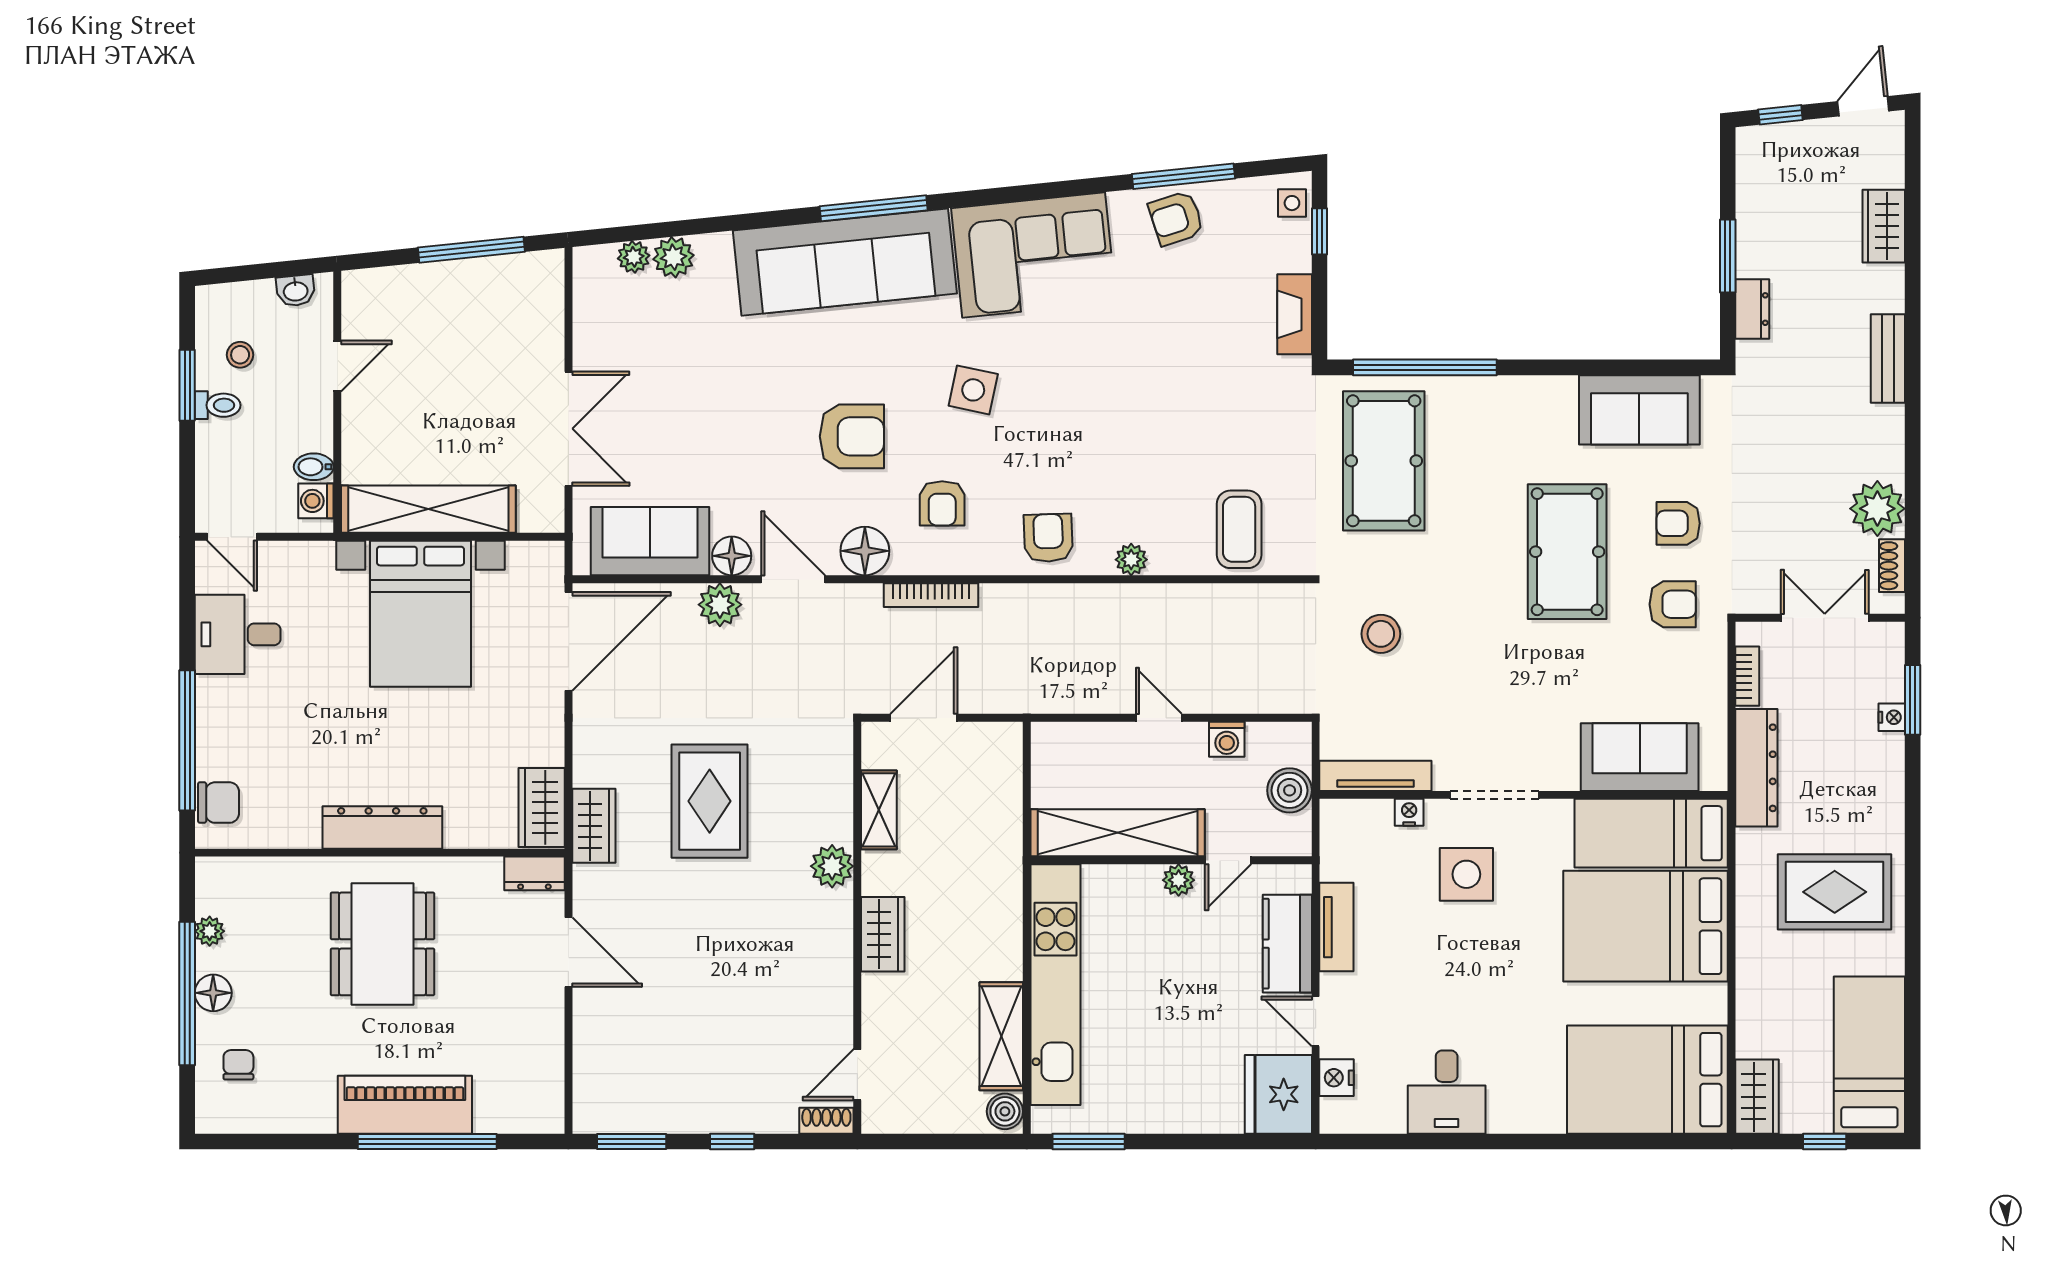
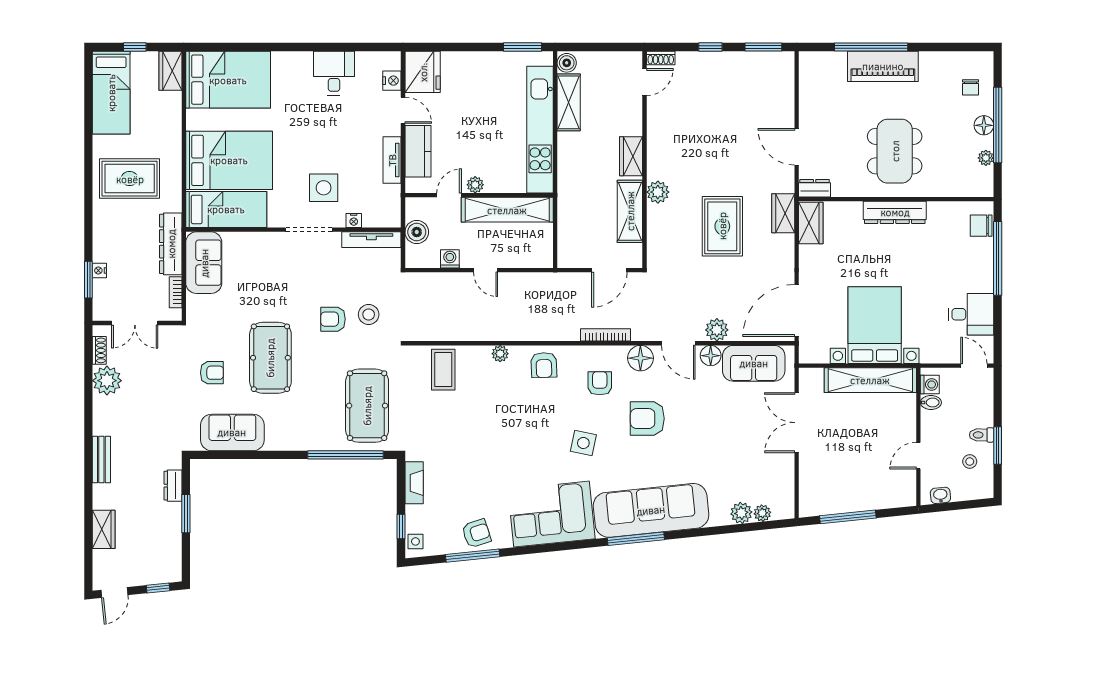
armchair: (1673, 604) -> (333, 319), moved
sofa: (1640, 757) -> (204, 263), moved, turned -90
shelving: (879, 810) -> (630, 211), width x1.50, depth x1.33

